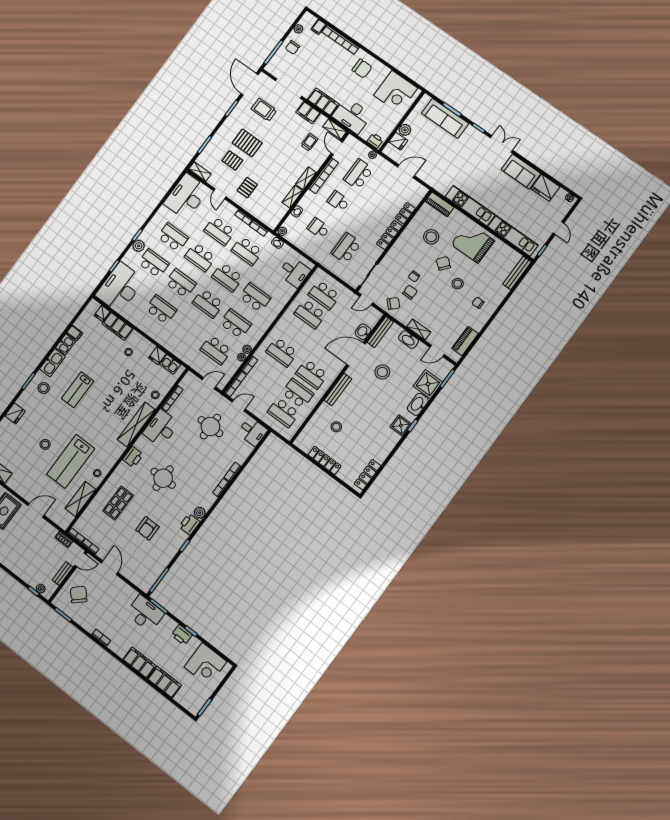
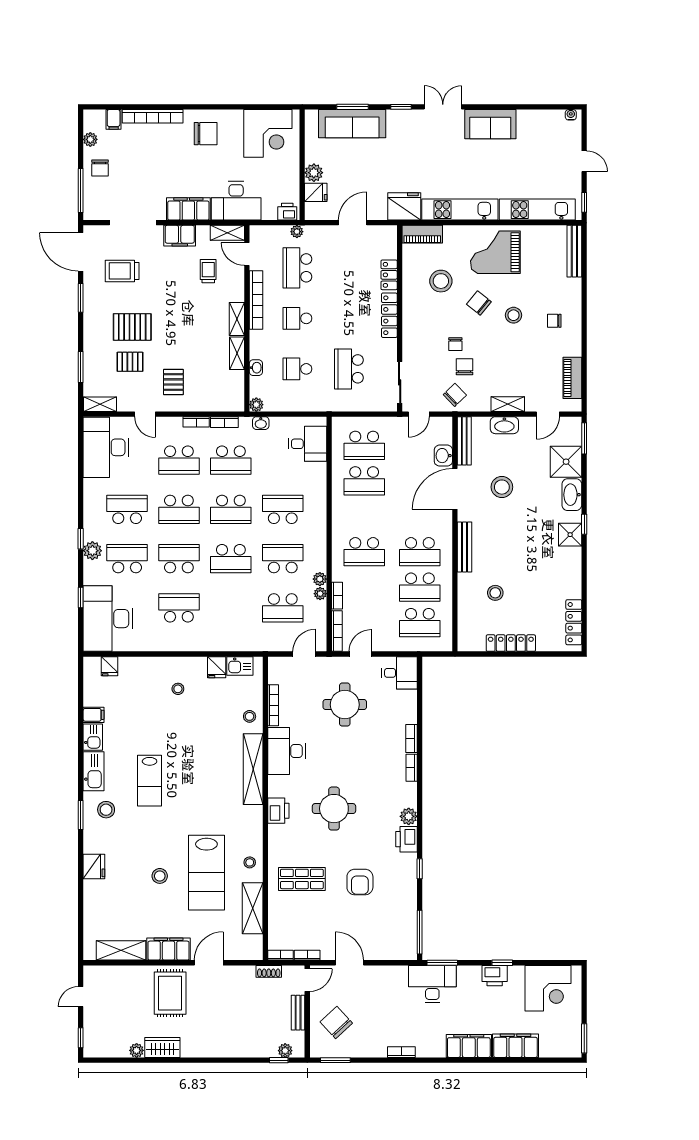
fridge: (545, 188) -> (404, 206), moved, turned 180
filing cabinet: (118, 326) -> (169, 949), moved, turned 180
school desk: (298, 393) -> (420, 587), turned 180
shop shelf: (118, 503) -> (302, 879), turned 90

